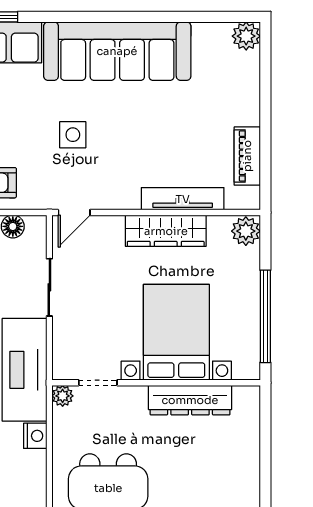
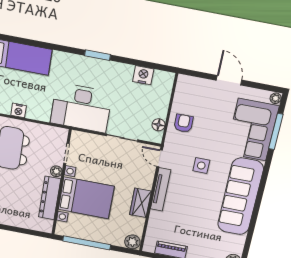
tv unit: (183, 199) -> (161, 189), moved
wardrobe: (166, 231) -> (140, 203), width x0.67
plant: (63, 396) -> (56, 171), moved
nightstand: (35, 436) -> (19, 110), moved

